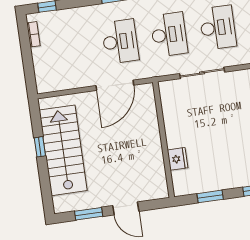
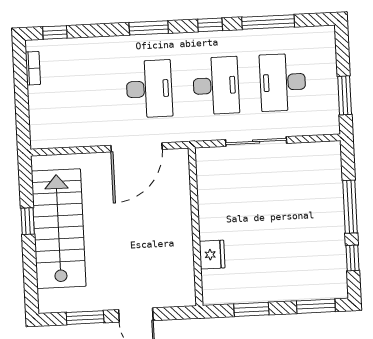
desk: (218, 28) -> (283, 82), turned 180

